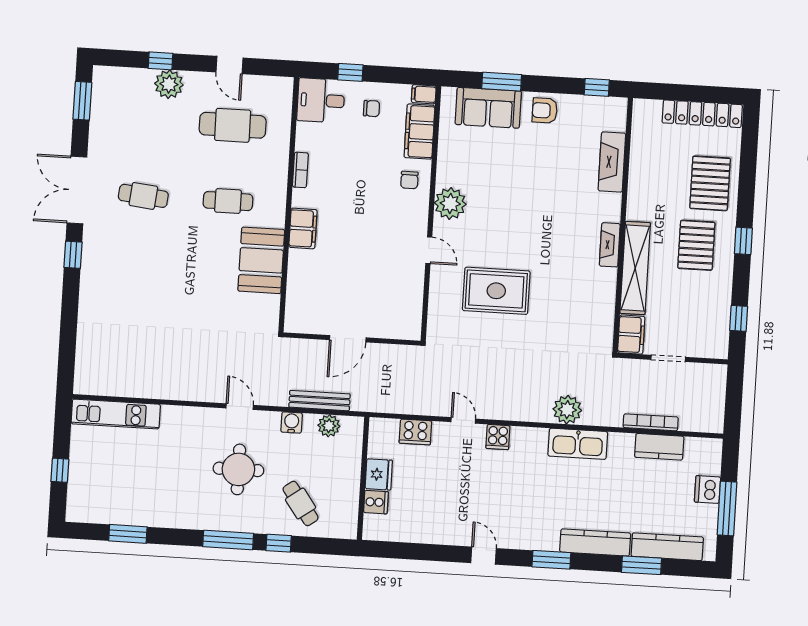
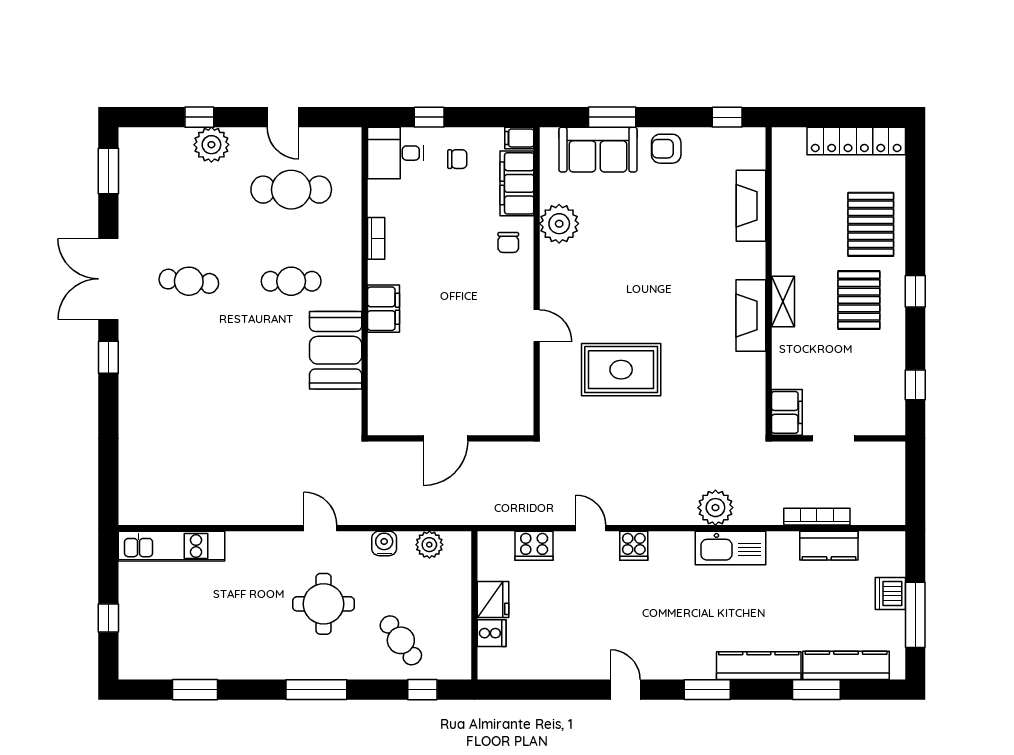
plant: (450, 204) -> (559, 224), moved
fireplace: (610, 245) -> (751, 315), width x1.37, depth x1.32
shelving: (635, 268) -> (783, 302), width x0.45, depth x0.75
bench: (320, 401) -> (416, 515), removed
window: (279, 543) -> (422, 690), moved

